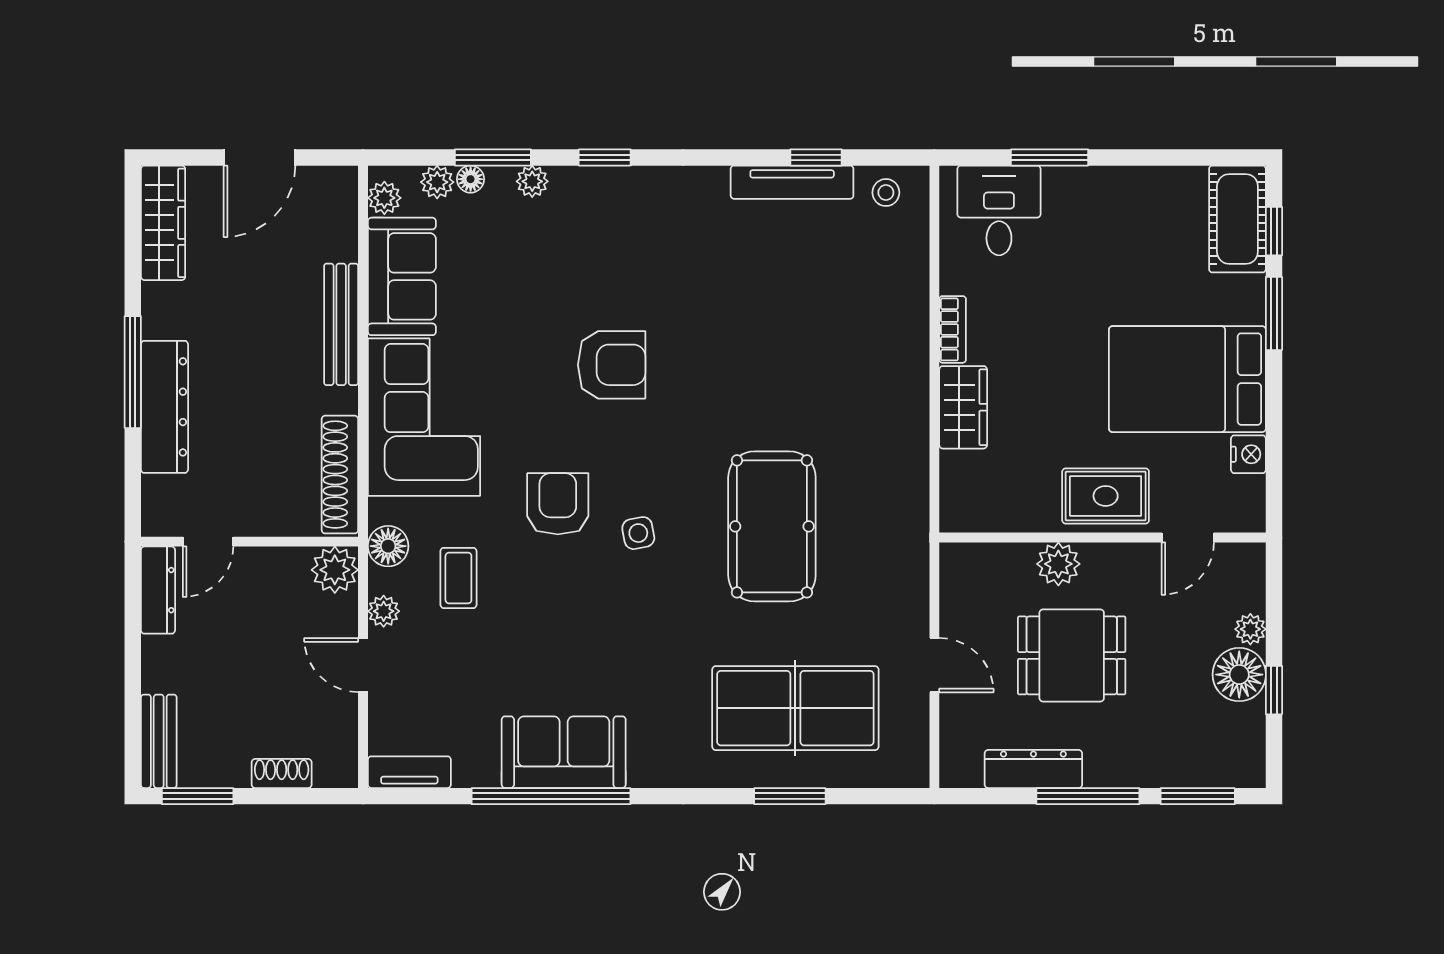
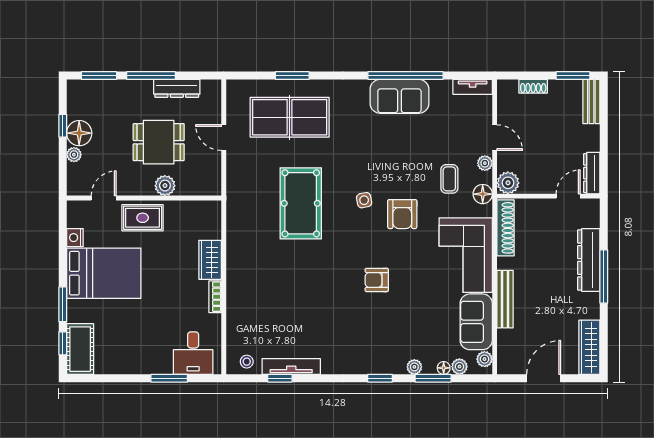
armchair: (612, 365) -> (377, 280), width x0.72, depth x0.72

